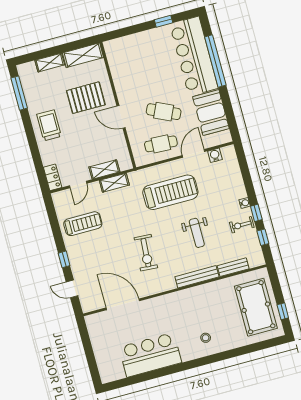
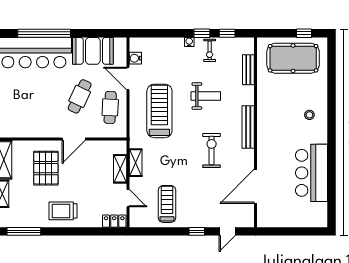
exercise bike: (146, 253) -> (212, 150), turned -94
bench: (197, 277) -> (248, 127), moved

